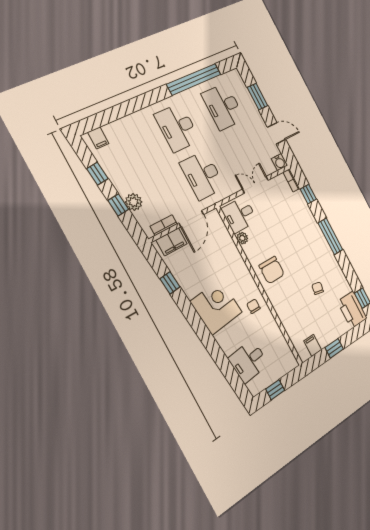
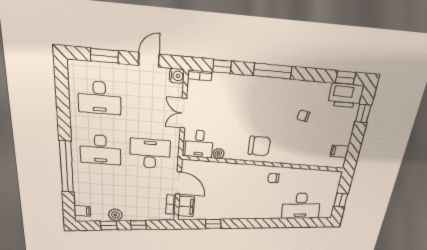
window: (194, 79) -> (67, 167), moved
desk: (203, 175) -> (150, 154), turned 180
plant: (134, 202) -> (115, 215), moved
corner desk: (216, 307) -> (253, 204), removed
window: (334, 348) -> (363, 114), moved
desk: (248, 361) -> (301, 206), width x1.37

